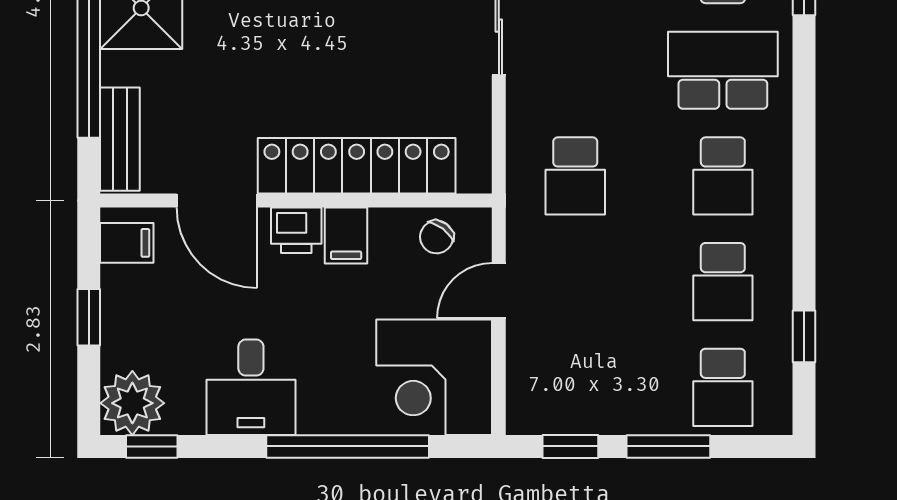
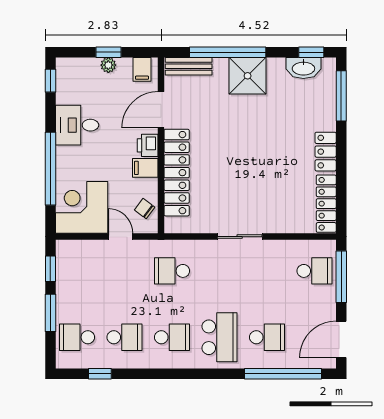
school desk: (723, 176) -> (172, 337), turned 180
school desk: (723, 282) -> (125, 337), turned 180
plant: (132, 403) -> (108, 65), moved, width x0.53, depth x0.53

